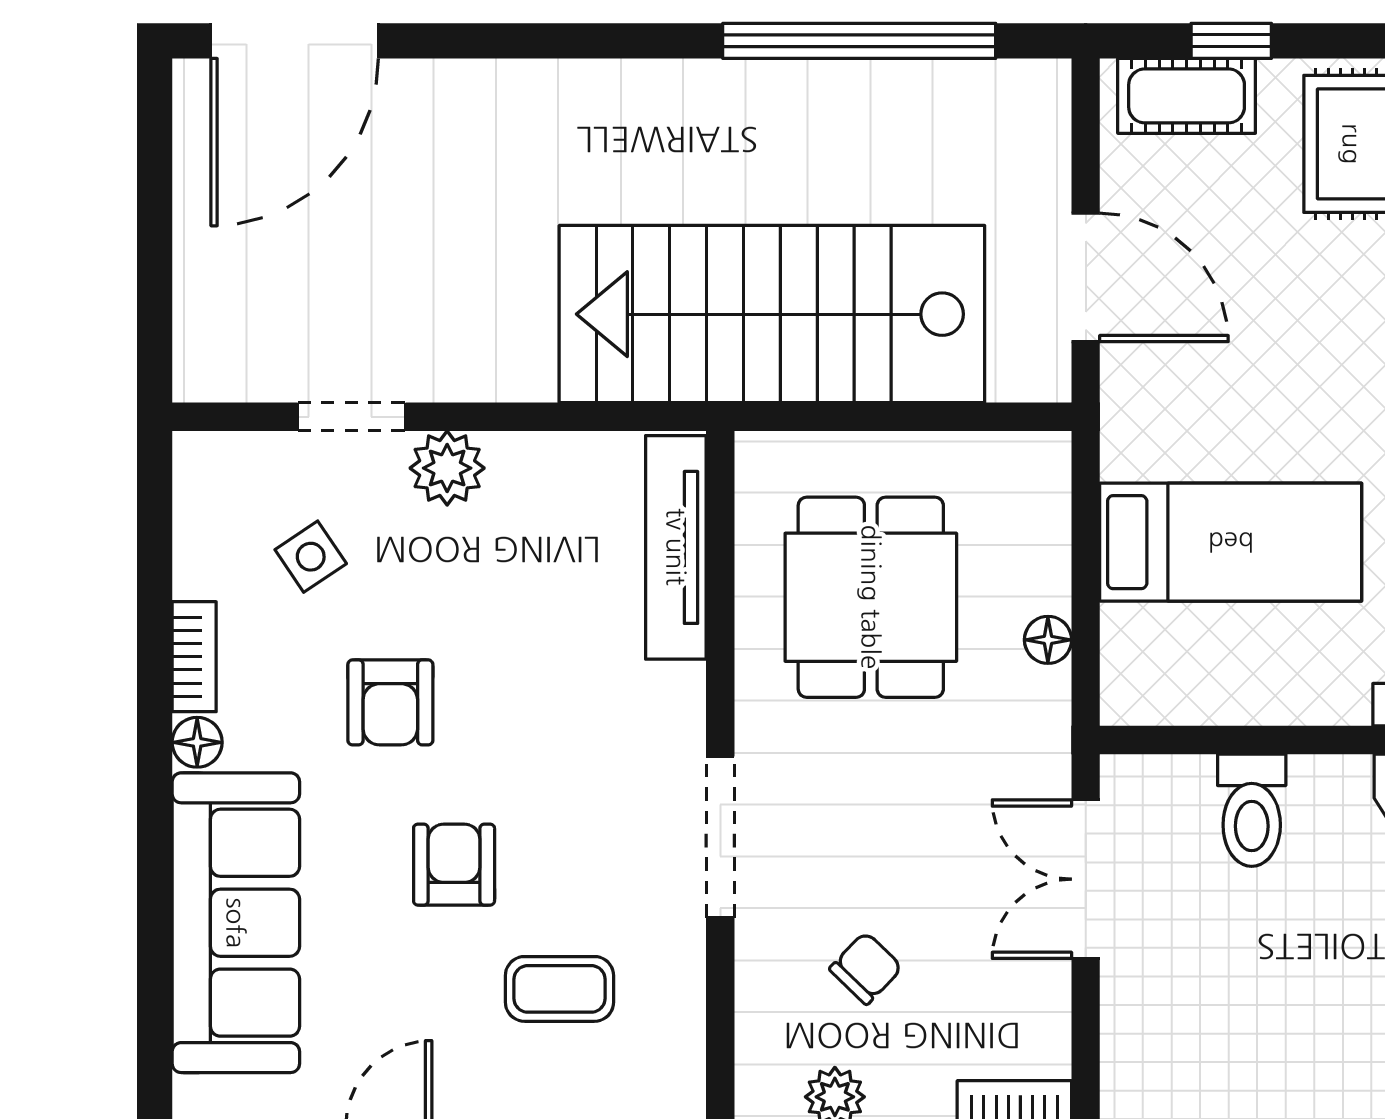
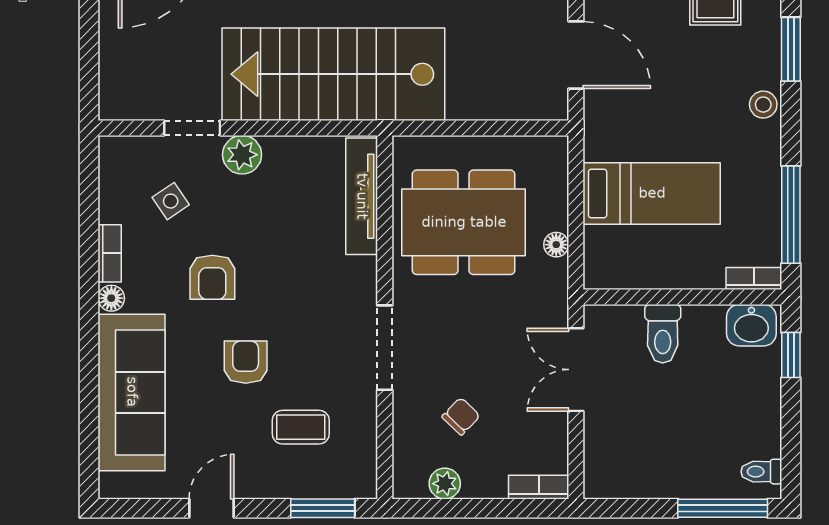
stairs: (772, 314) -> (333, 74), moved
dining table: (871, 597) -> (464, 222), width x1.38

